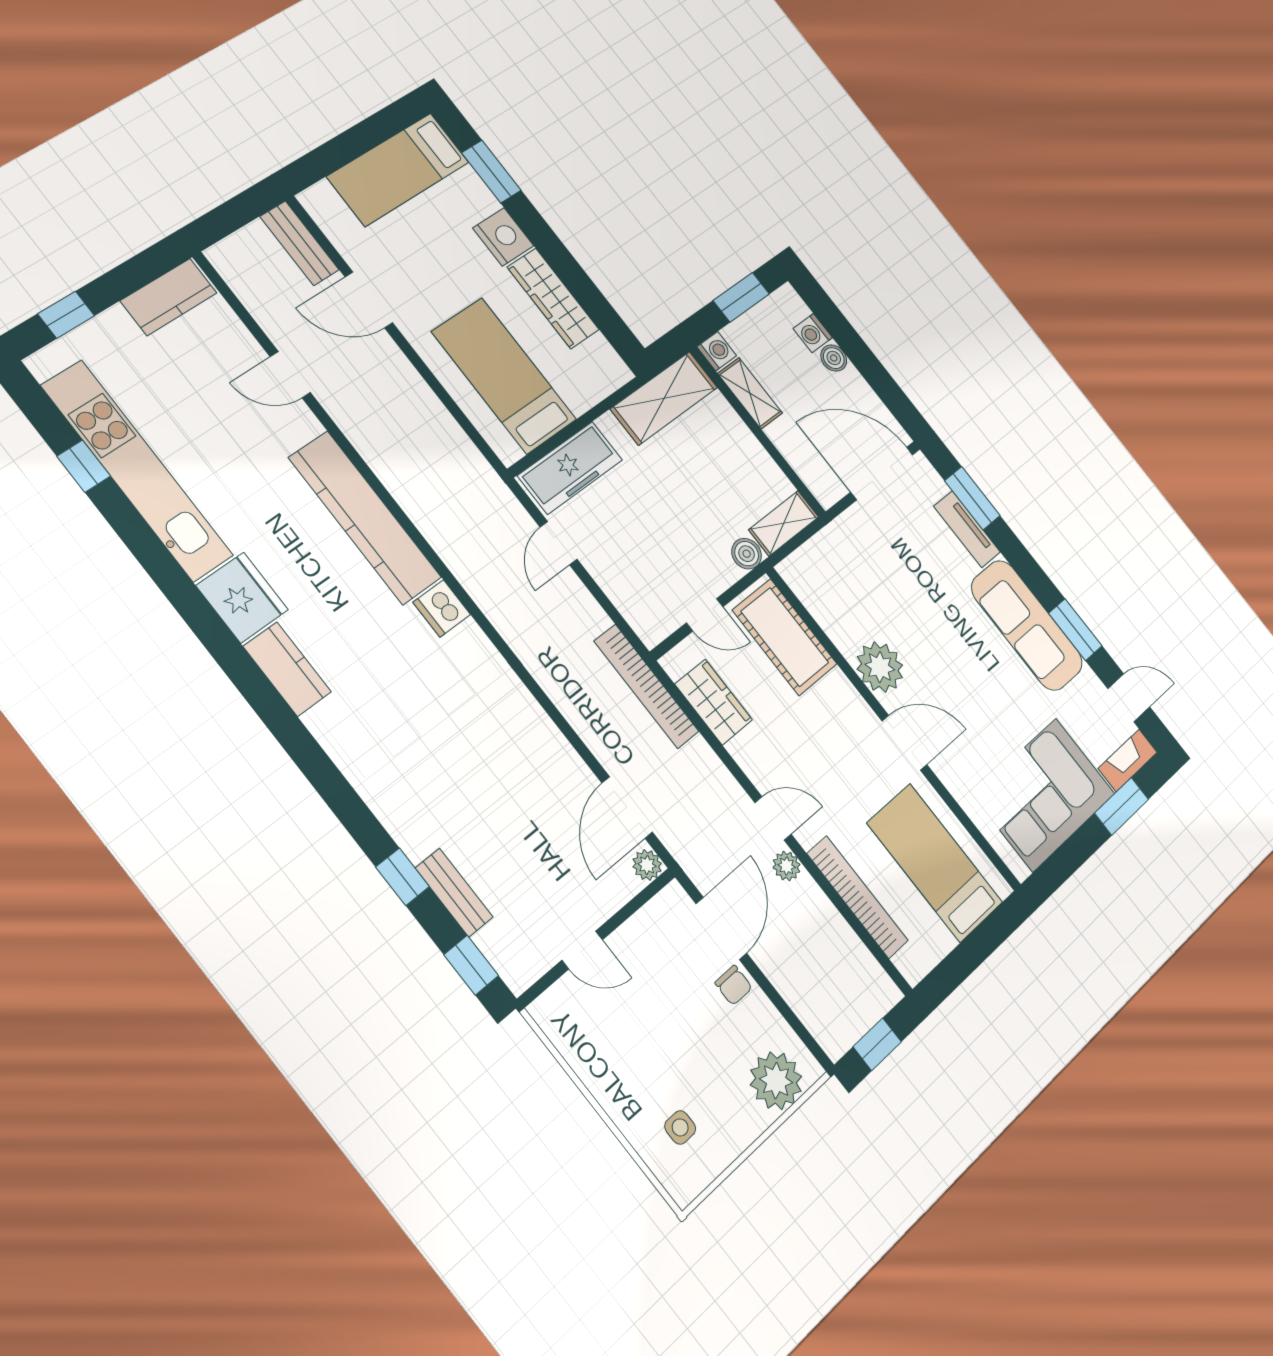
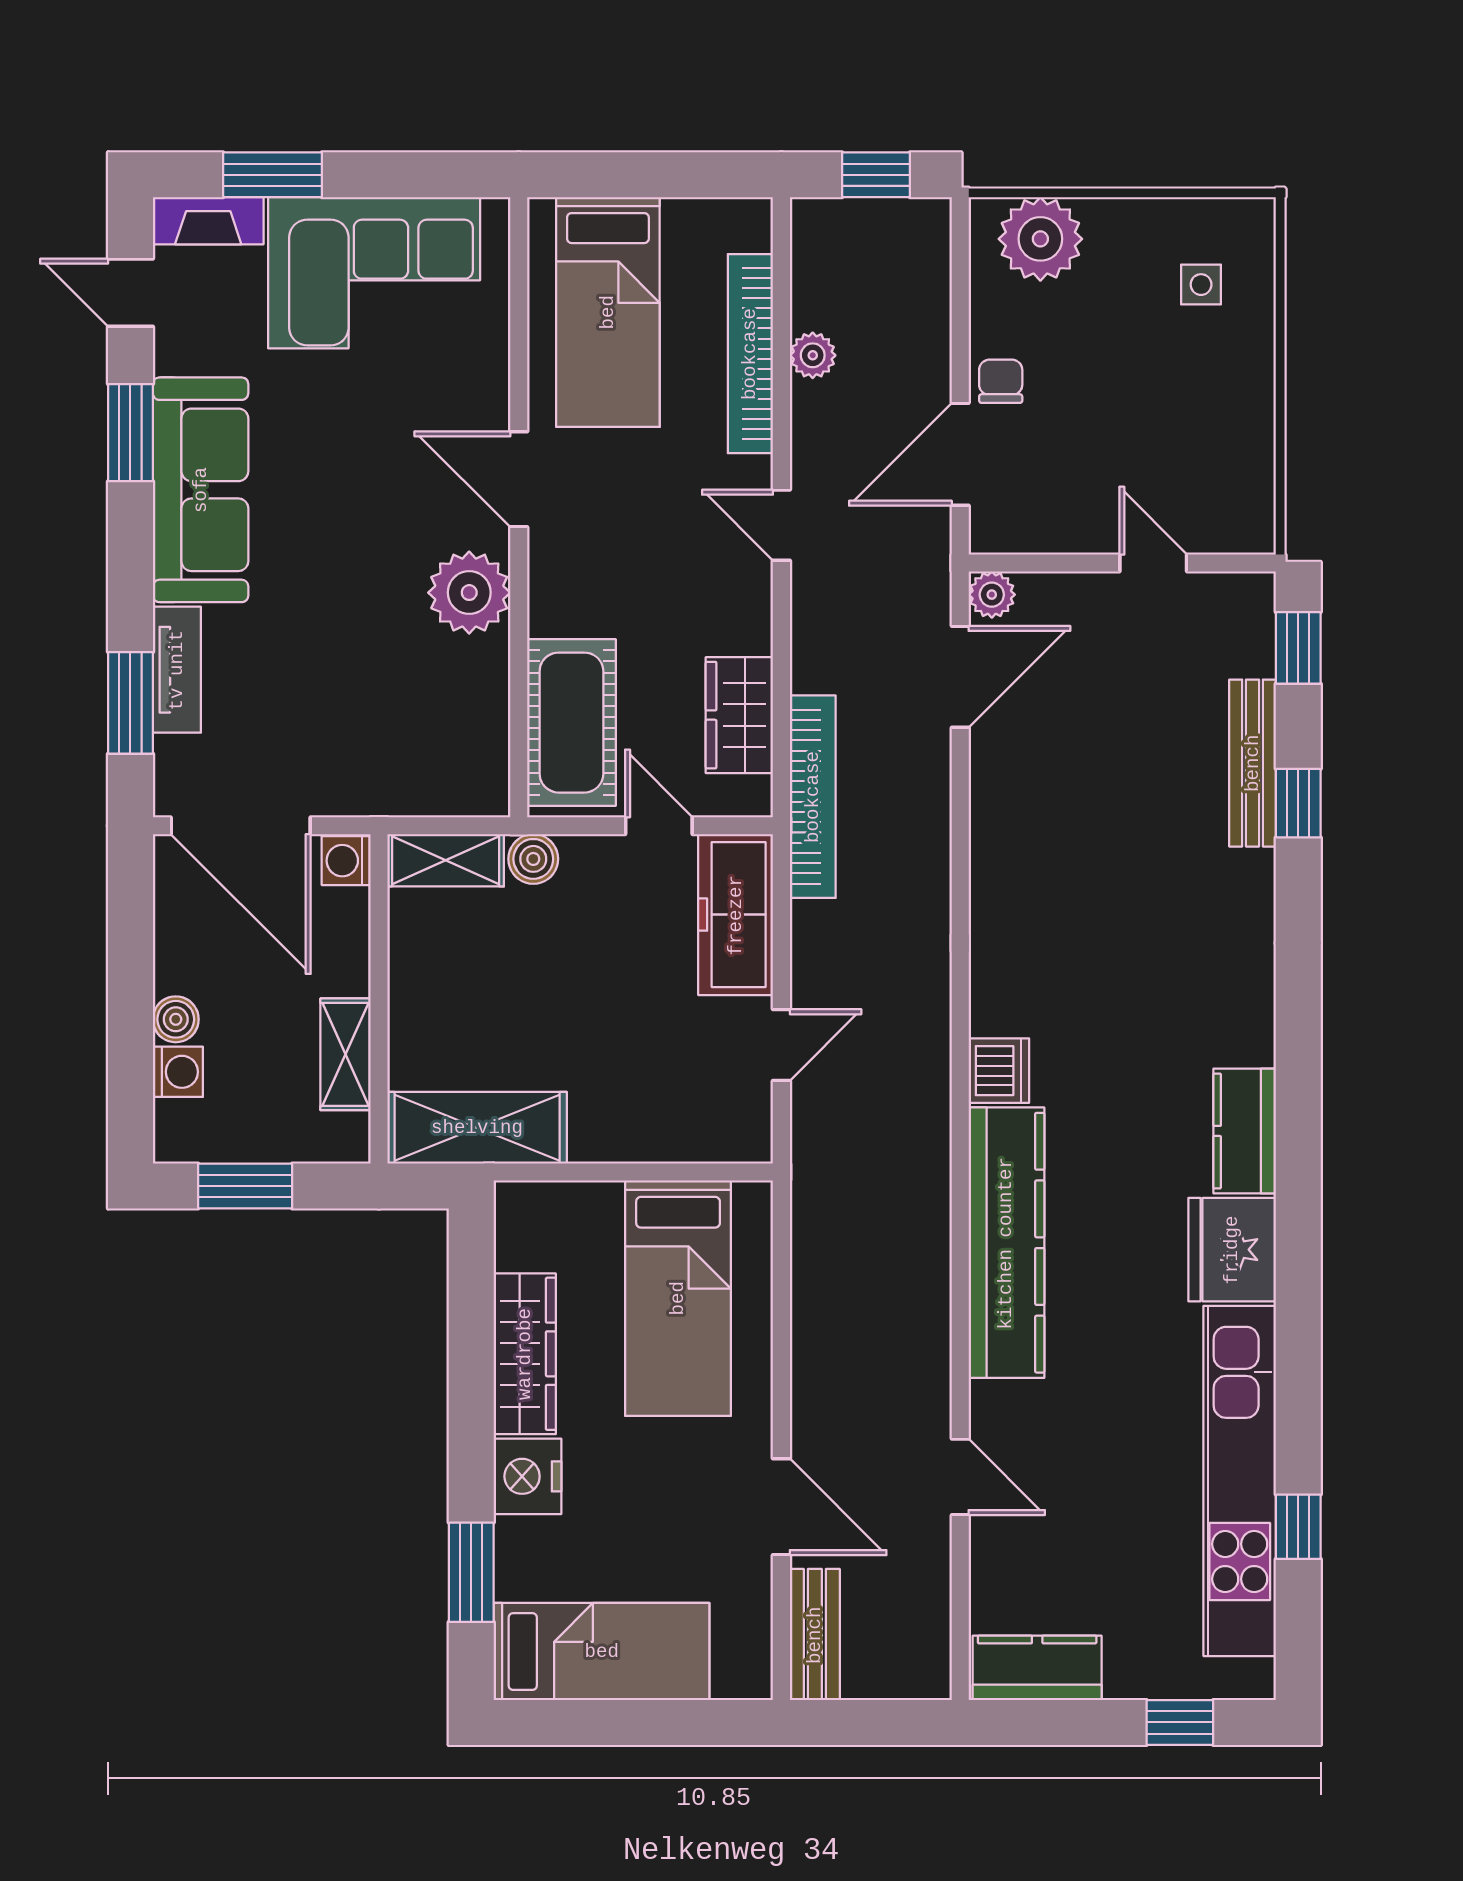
washing machine: (717, 351) -> (346, 861), moved
freezer: (570, 468) -> (736, 915), moved, turned -90
plant: (787, 866) -> (813, 355), moved
bench: (454, 893) -> (1253, 763), width x1.36

